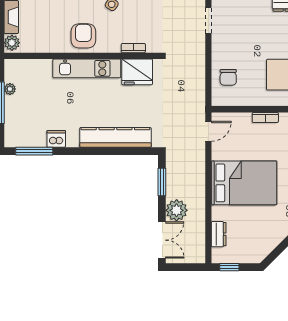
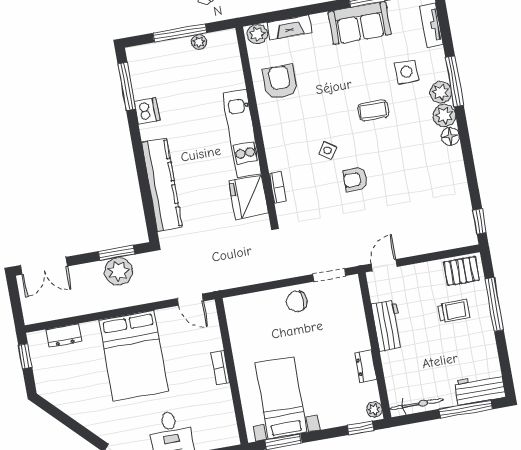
armchair: (83, 36) -> (280, 82), moved, turned -90
chair: (228, 77) -> (297, 301), moved
plant: (177, 210) -> (118, 271), moved

